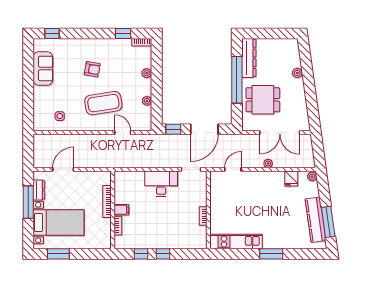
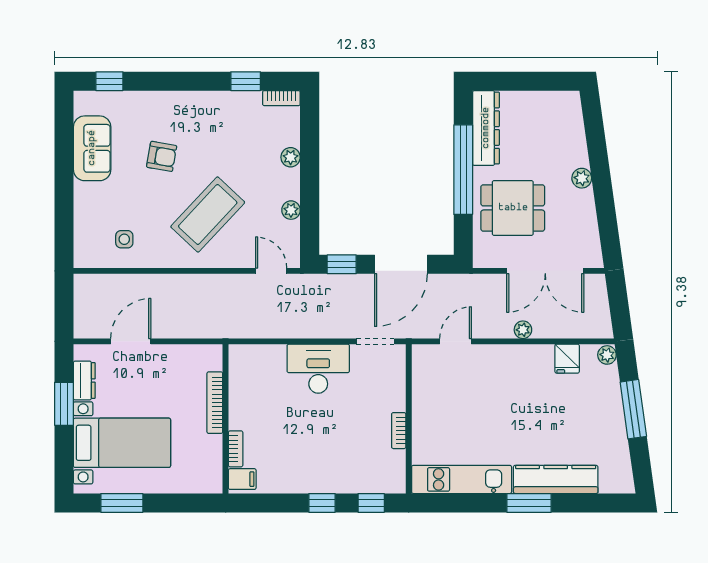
armchair: (92, 69) -> (162, 156), moved
plant: (297, 73) -> (582, 178), moved
coffee table: (103, 103) -> (208, 214), turned -38
door: (123, 133) -> (271, 271), moved
window: (28, 202) -> (64, 404), width x0.69
filing cabinet: (121, 210) -> (242, 479), moved
kitchen counter: (316, 220) -> (556, 479), moved, turned 98
window: (328, 222) -> (633, 409), moved
window: (141, 254) -> (371, 503), moved

